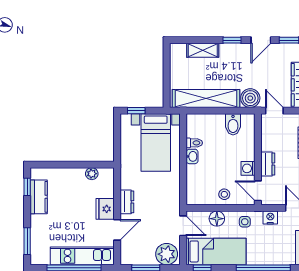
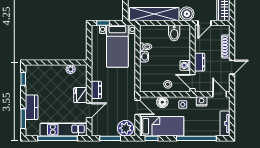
door: (274, 111) -> (205, 23), swing flipped
kitchen counter: (39, 197) -> (32, 107), moved

